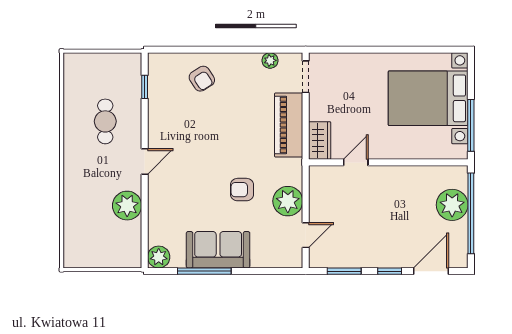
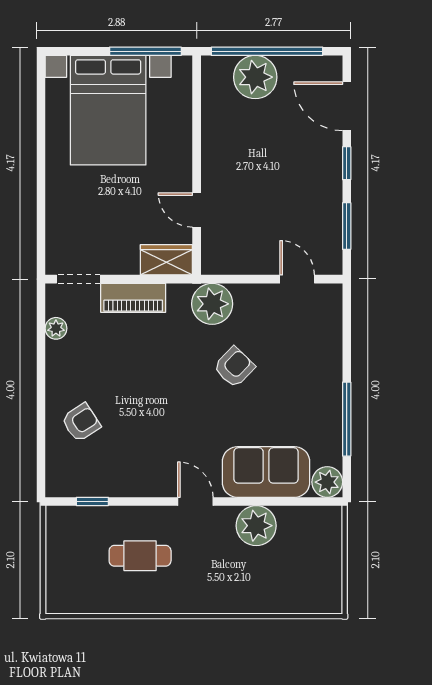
piano: (289, 125) -> (133, 298), width x0.73, depth x0.75
armchair: (242, 190) -> (234, 367), turned -136
plant: (288, 201) -> (212, 304), moved
sofa: (218, 250) -> (266, 472), moved, turned 90

